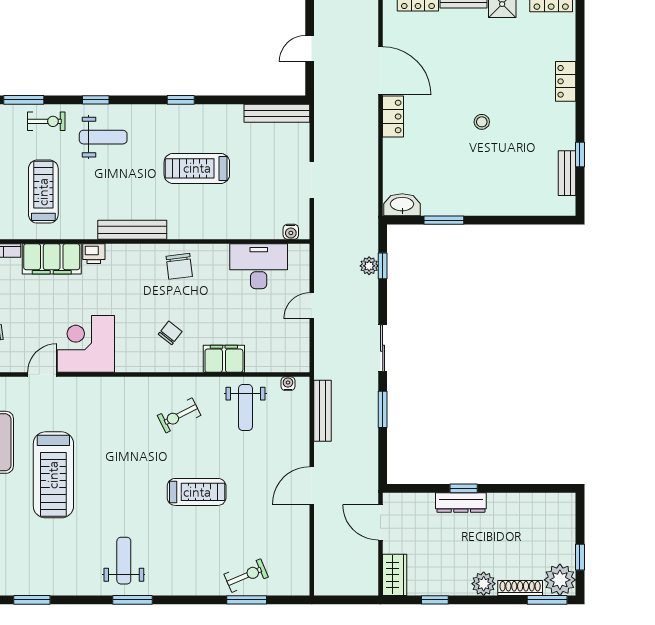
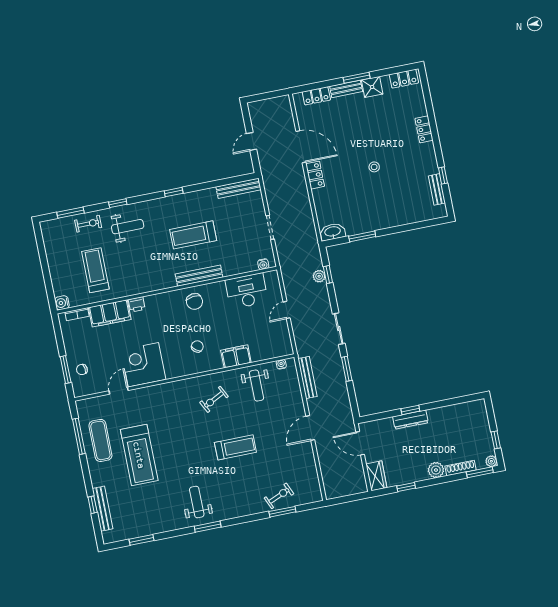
bench: (132, 230) -> (199, 276), moved
plant: (560, 580) -> (491, 461), width x0.53, depth x0.53

